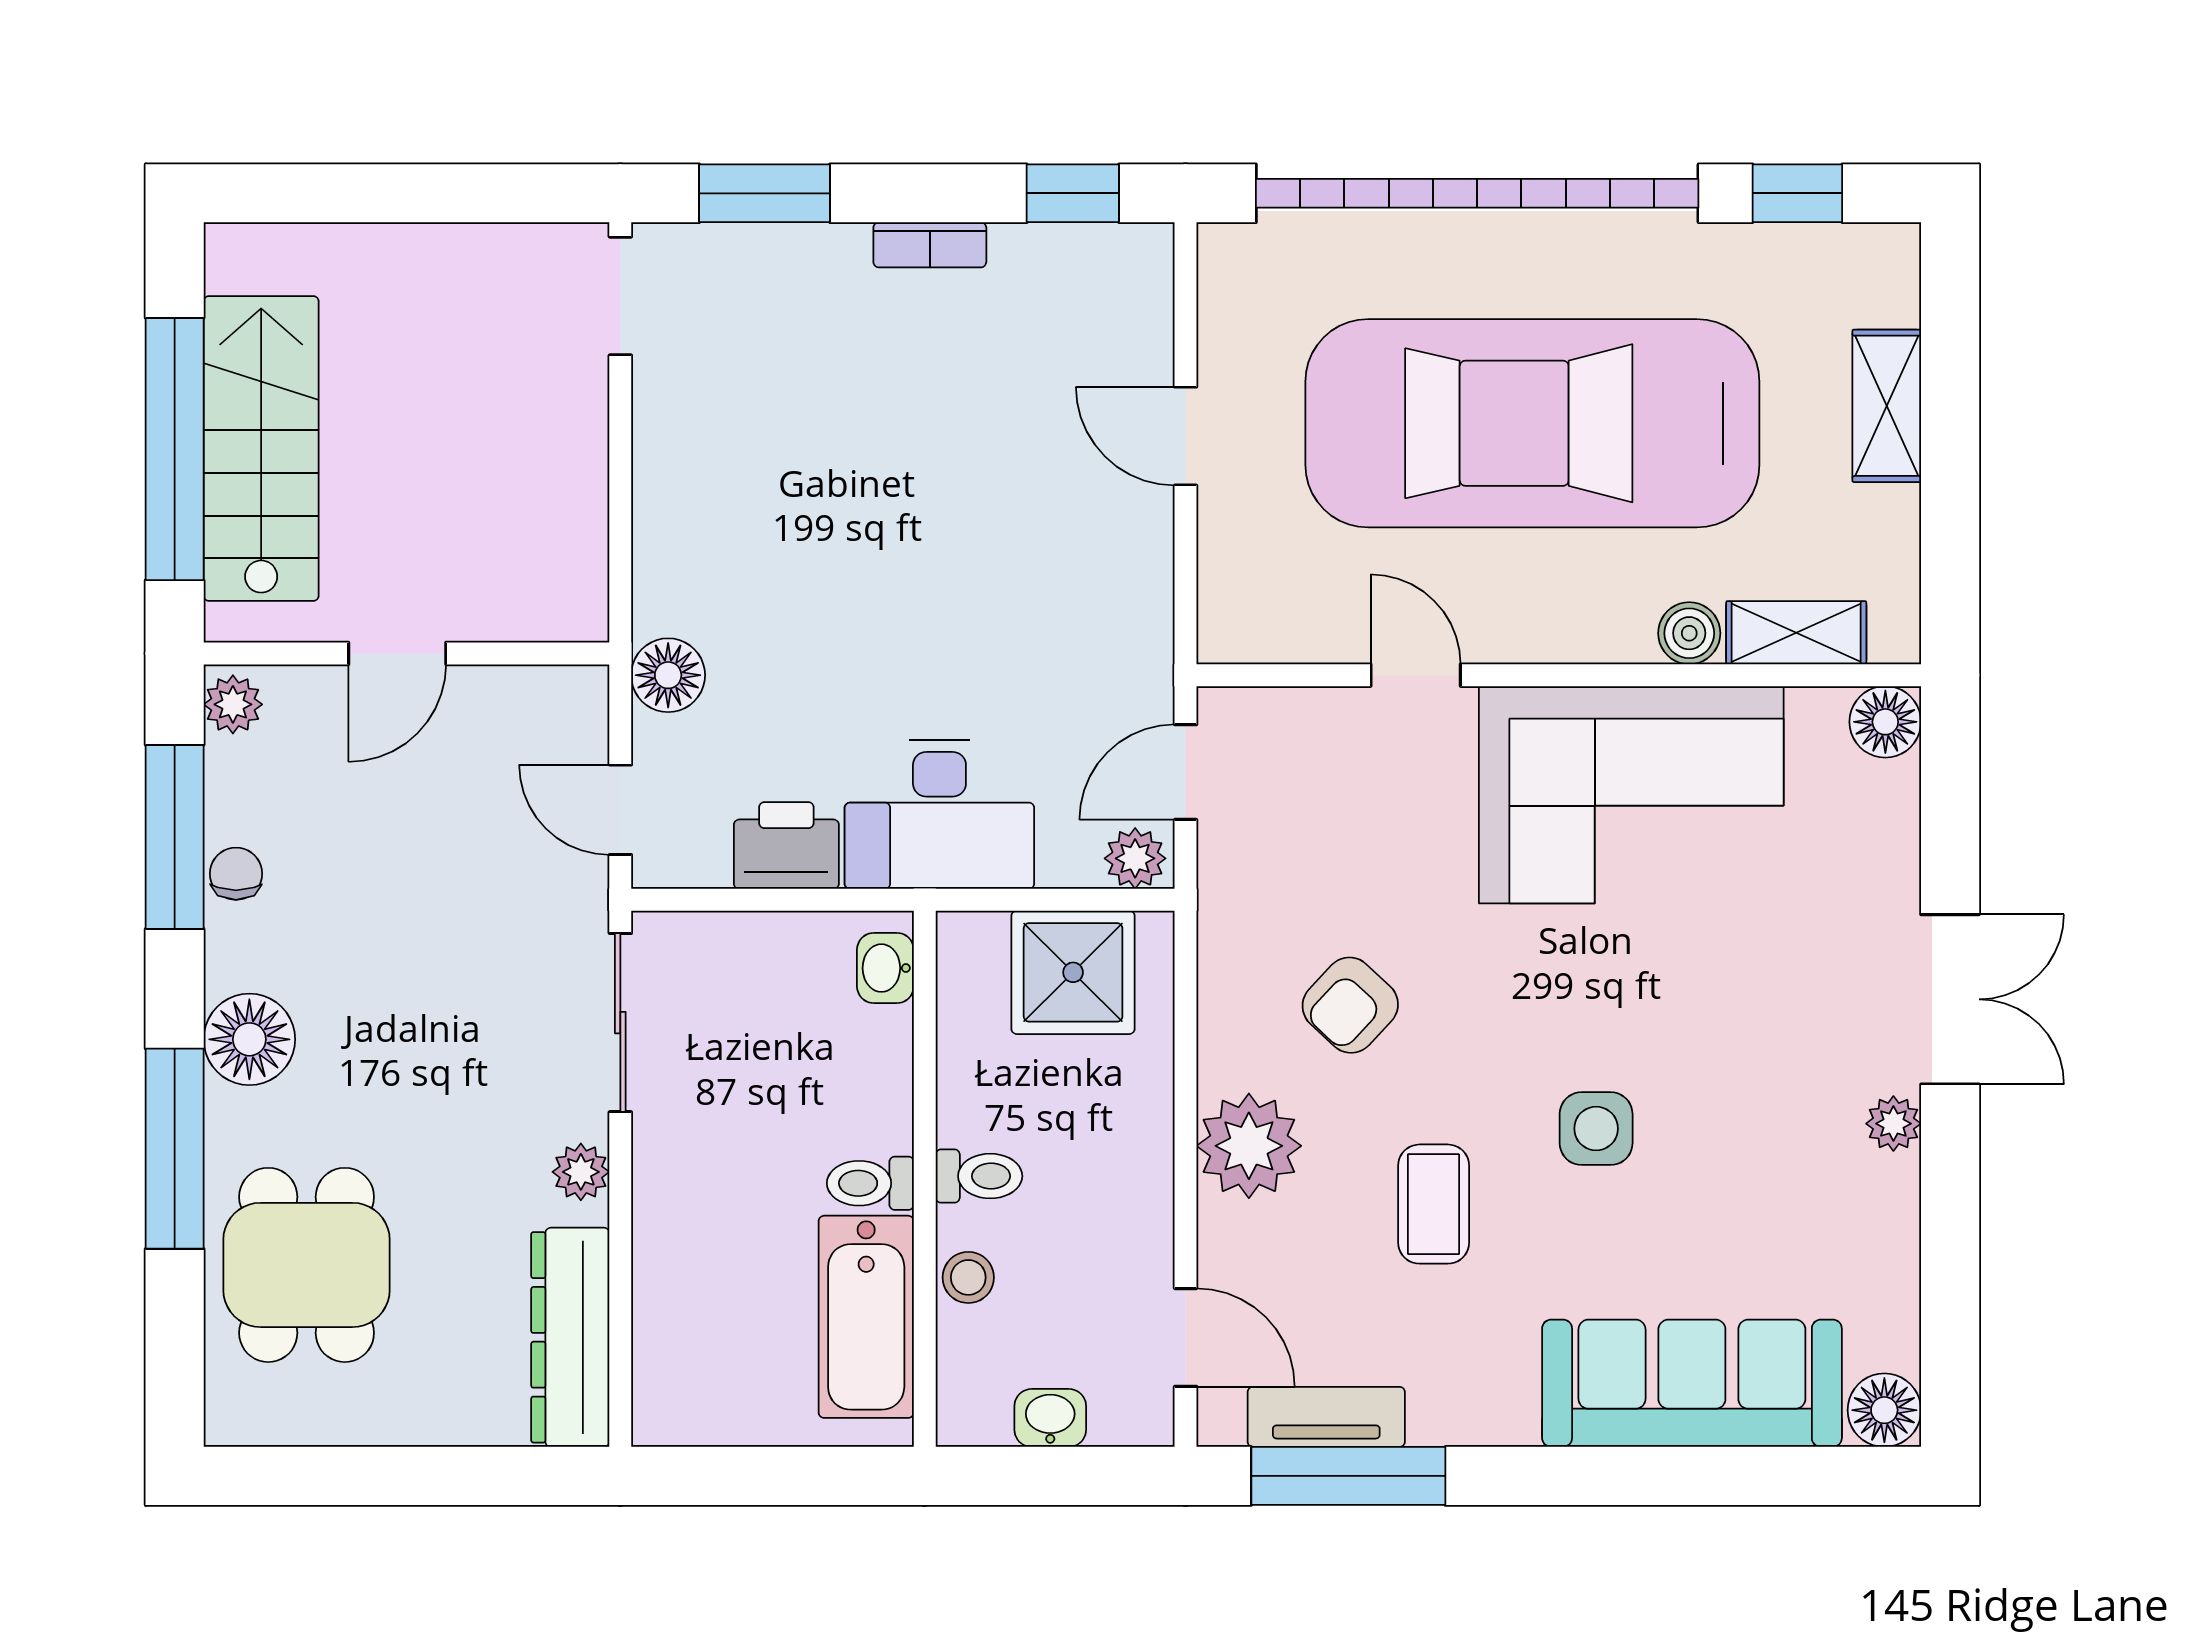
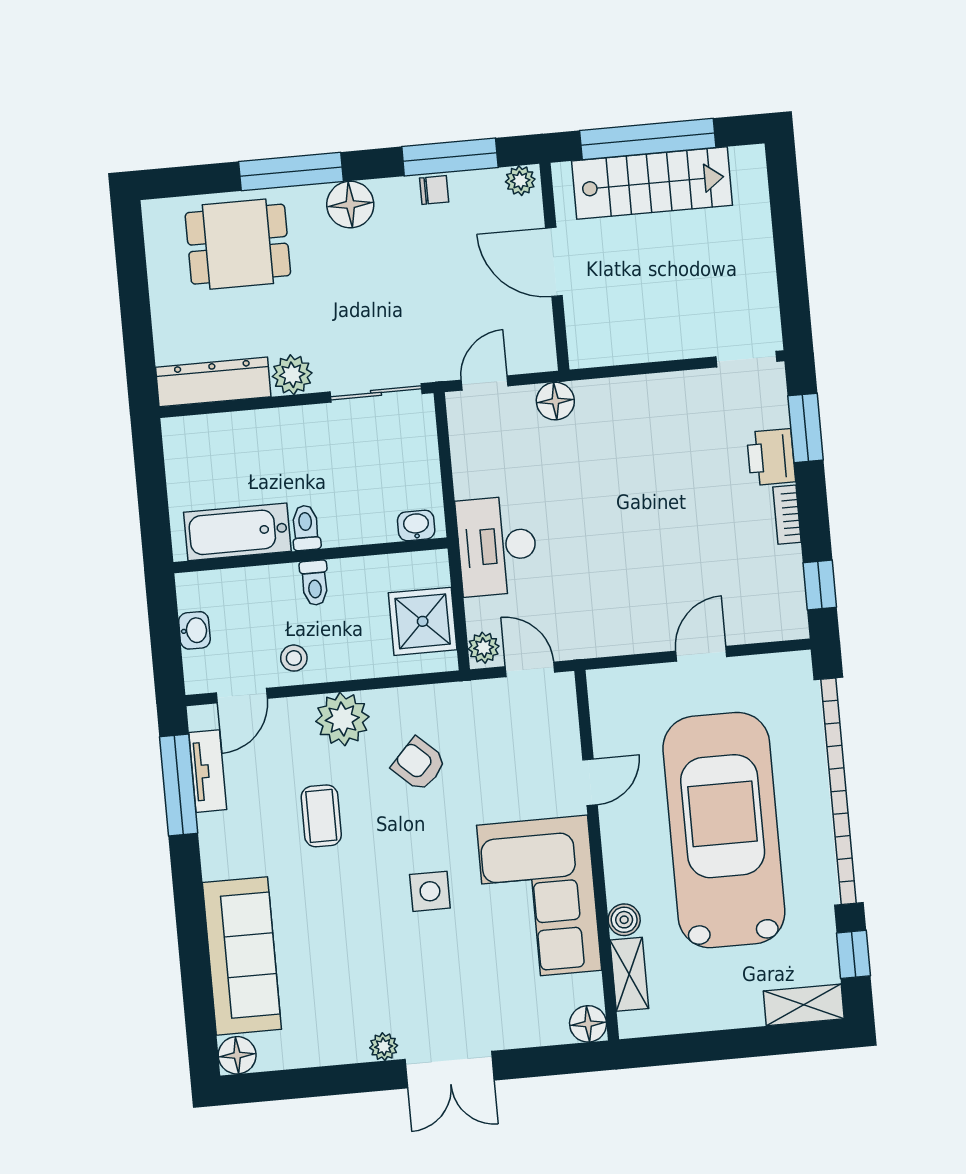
shelving: (1887, 406) -> (804, 1005), moved
door: (397, 653) -> (554, 262), width x1.38
printer: (786, 846) -> (771, 457), moved, turned 180
side table: (1596, 1129) -> (430, 891), moved
plant: (581, 1172) -> (292, 375), width x1.38, depth x1.38
coffee table: (1434, 1204) -> (321, 816), turned 90
stool: (968, 1277) -> (294, 658), moved

